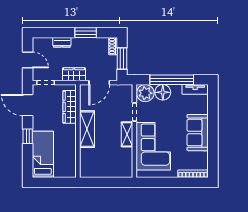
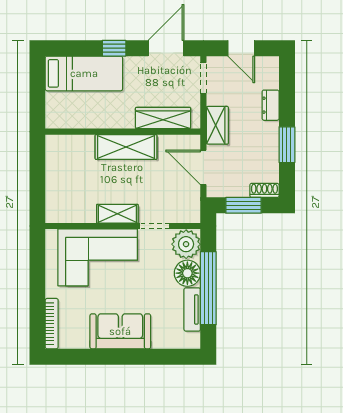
door: (28, 60) -> (241, 48), hinge flipped
tv unit: (195, 89) -> (192, 309), moved

